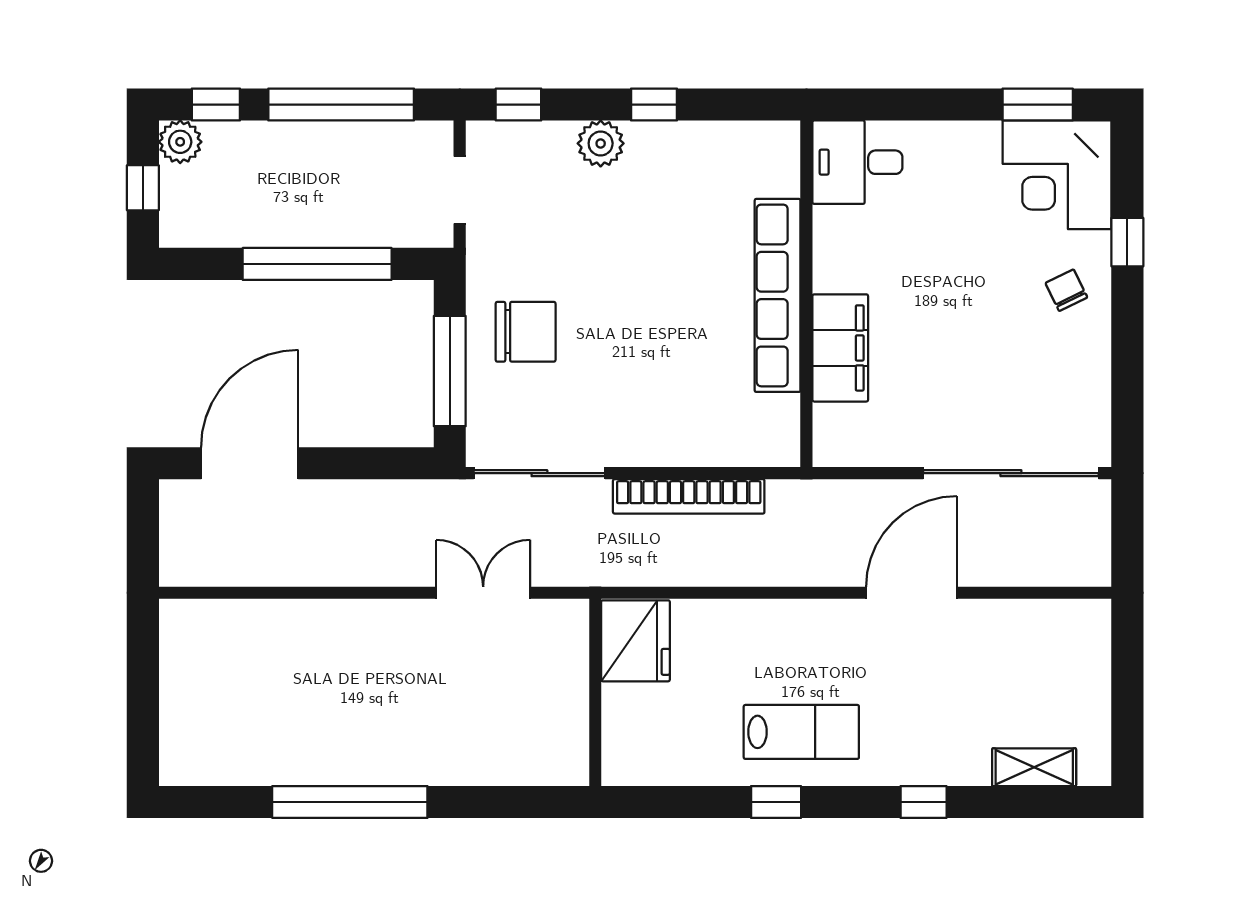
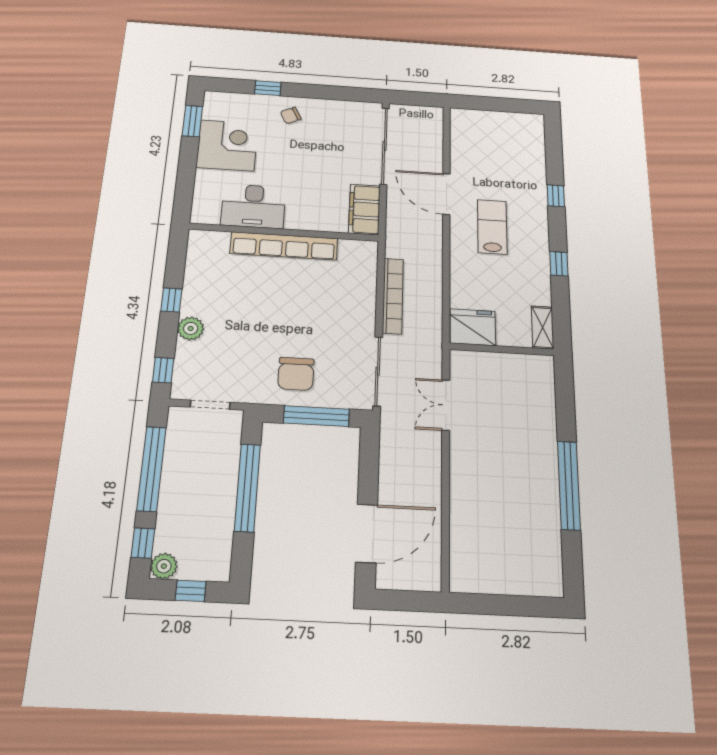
desk: (857, 162) -> (253, 206), moved, width x1.37
corner desk: (1057, 175) -> (227, 145), moved, turned -90
chair: (526, 332) -> (296, 374), turned 180
filing cabinet: (840, 348) -> (364, 209), moved, turned -90
door: (250, 463) -> (367, 533), swing flipped
lab bench: (801, 732) -> (492, 227), moved
shelving: (1034, 767) -> (543, 327), moved

